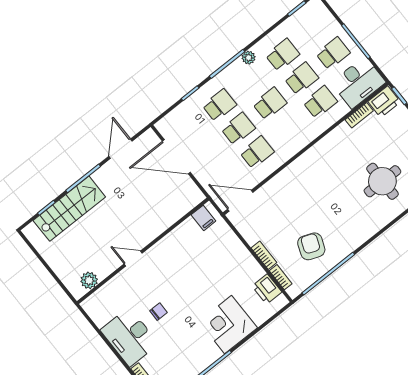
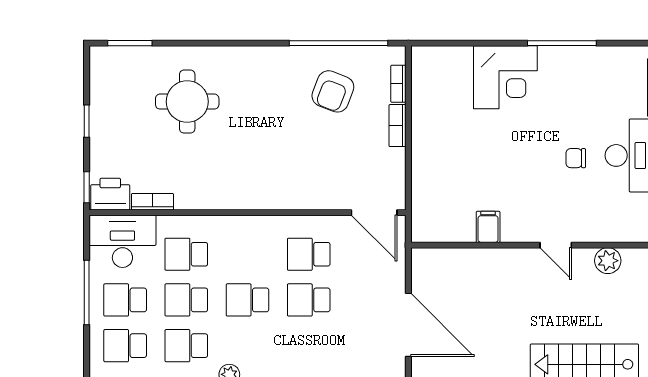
school desk: (219, 105) -> (125, 346), moved
filing cabinet: (203, 218) -> (488, 227), moved
plant: (89, 280) -> (608, 261), moved
printer: (267, 289) -> (426, 83), removed

